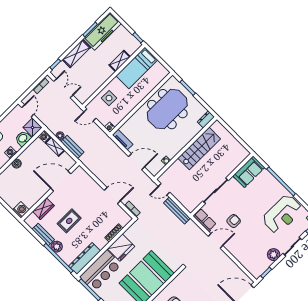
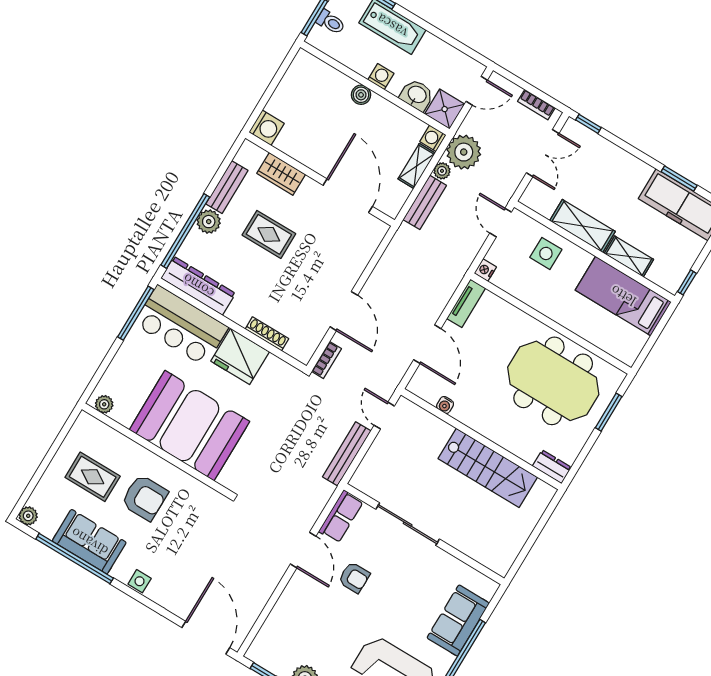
shelving: (76, 54) -> (582, 226), moved
plant: (54, 124) -> (464, 152), added
sofa: (249, 172) -> (458, 620), moved, turned 90

